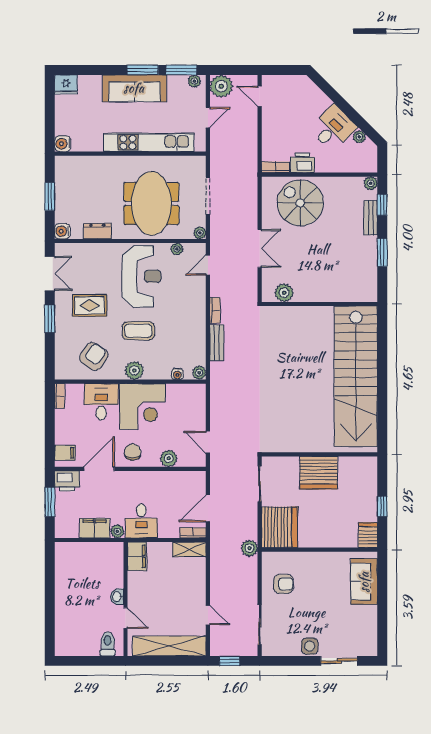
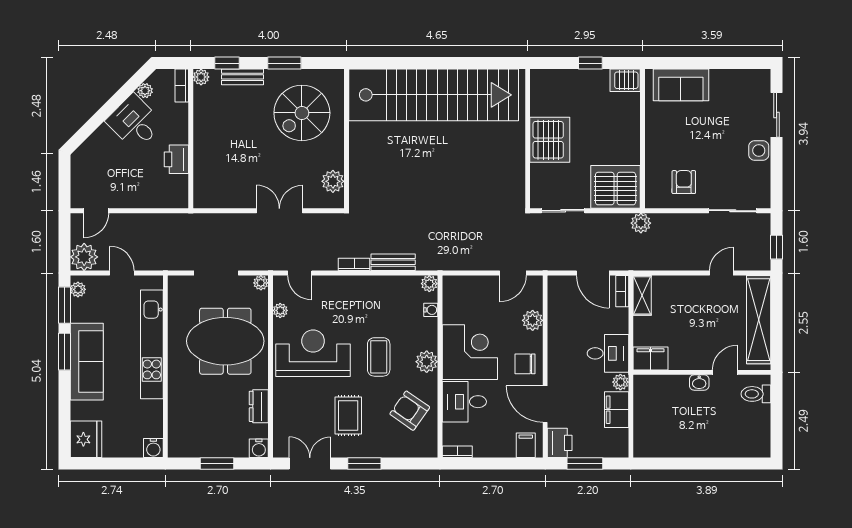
fridge: (66, 84) -> (86, 439), width x1.36, depth x1.34
bookcase: (275, 167) -> (182, 85), moved
spiral stairs: (300, 203) -> (302, 113), moved

